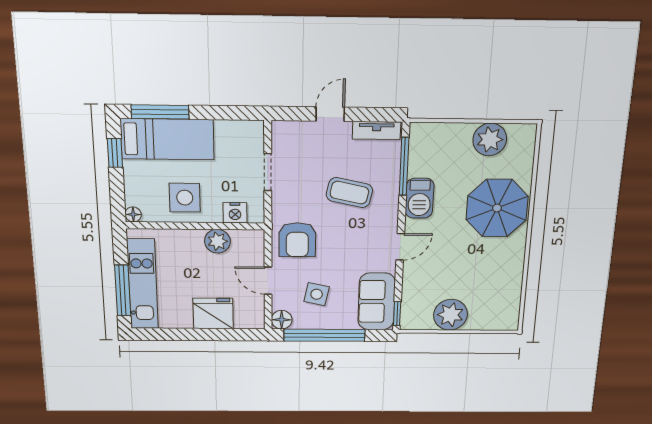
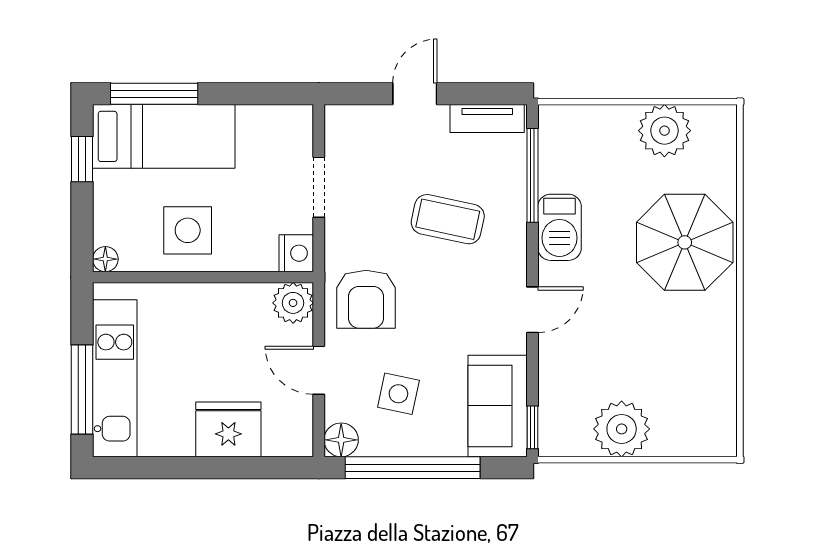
nightstand: (235, 213) -> (296, 253), moved, turned -90
plant: (217, 241) -> (293, 303), moved

